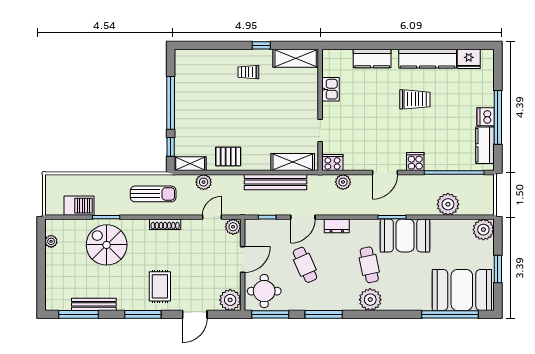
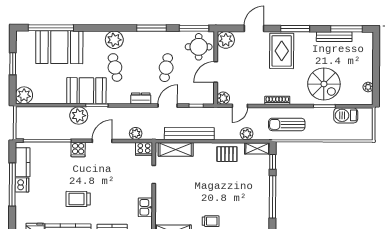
plant: (448, 204) -> (79, 116), moved
cafe table: (305, 265) -> (166, 68), turned 33
rug: (160, 286) -> (282, 51), width x1.36, depth x1.43
booth: (462, 290) -> (59, 47), moved

